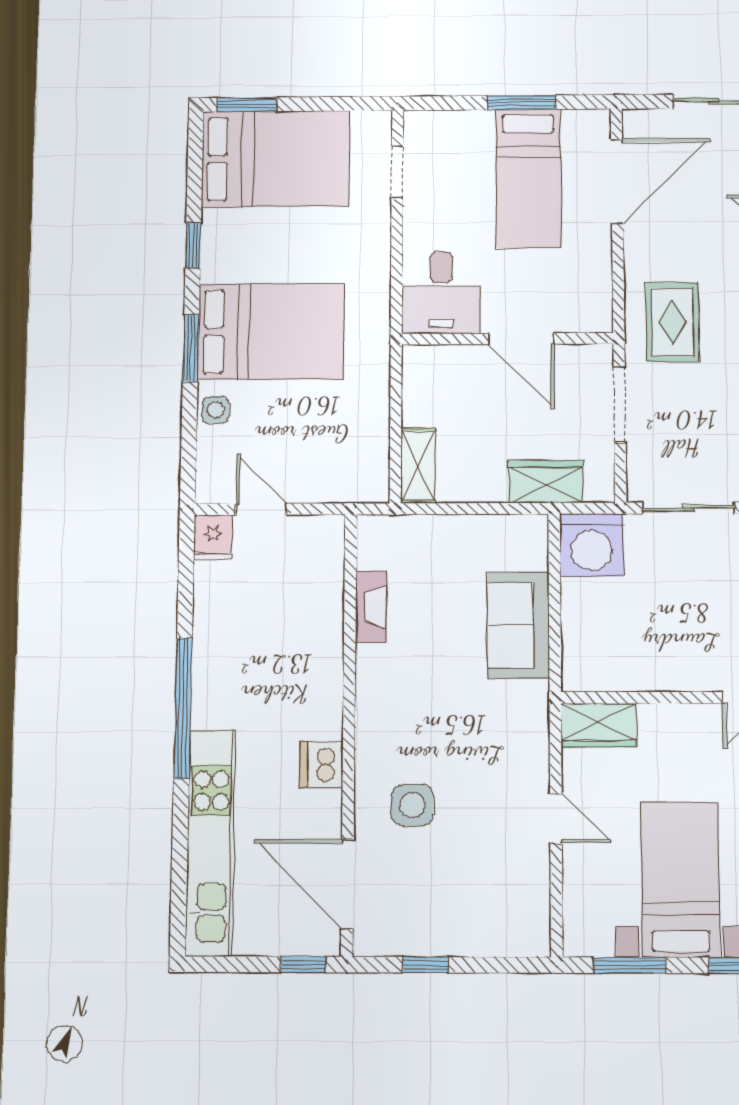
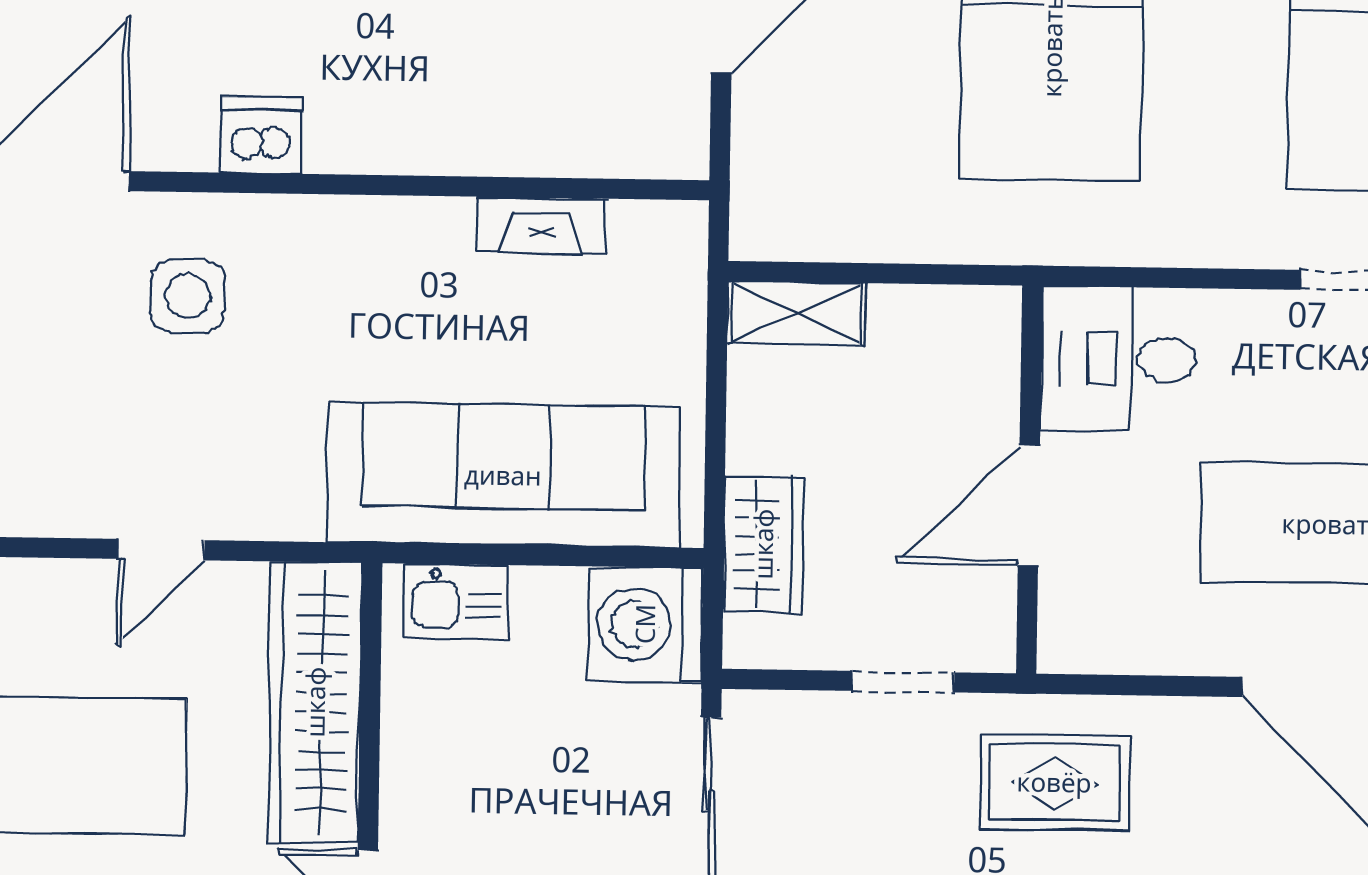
doorway: (620, 404) -> (903, 682), width x0.73
sofa: (518, 625) -> (503, 475), width x1.85, depth x1.27
kitchen sink: (581, 651) -> (456, 602), added
wardrobe: (599, 725) -> (315, 702), width x2.10, depth x1.17

